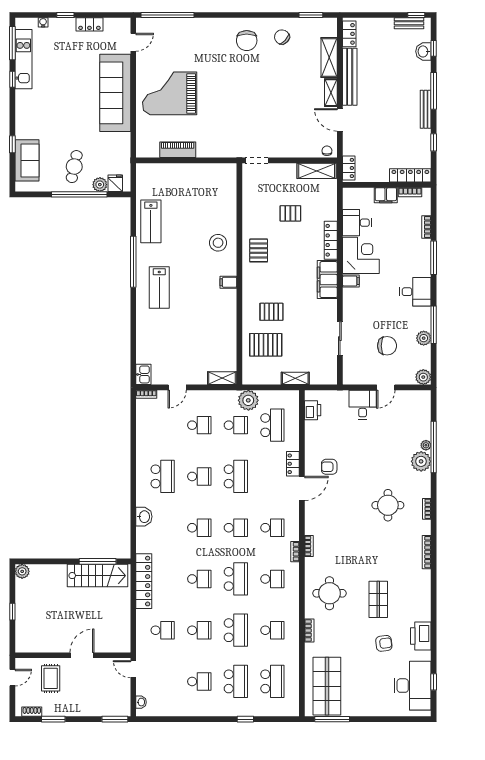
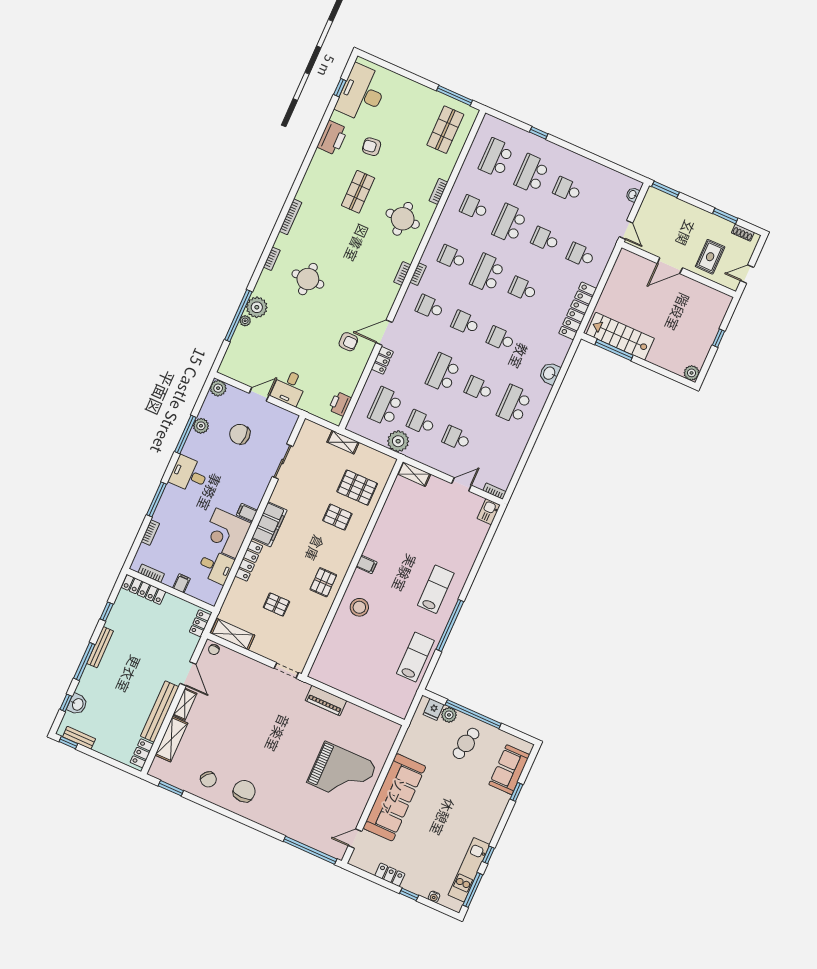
piano: (178, 150) -> (326, 701), moved
filing cabinet: (386, 195) -> (182, 583), width x0.50
shop shelf: (327, 686) -> (445, 130), width x0.70, depth x0.74

